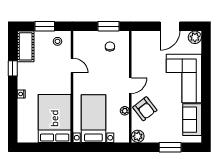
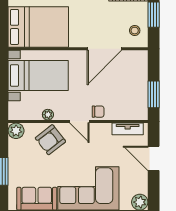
door: (170, 26) -> (154, 158), moved
chair: (110, 46) -> (98, 112), moved
tv unit: (136, 47) -> (128, 129), added
door: (72, 66) -> (104, 49), width x1.87

